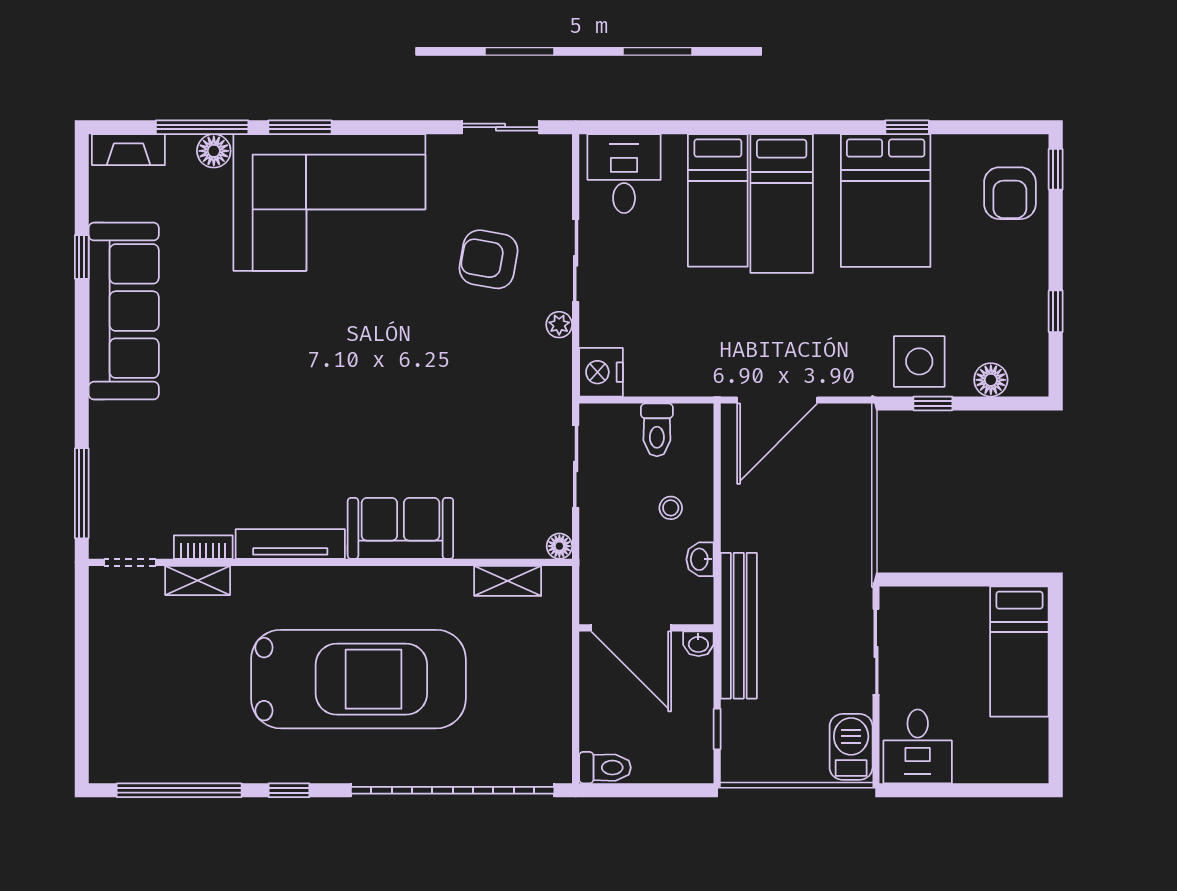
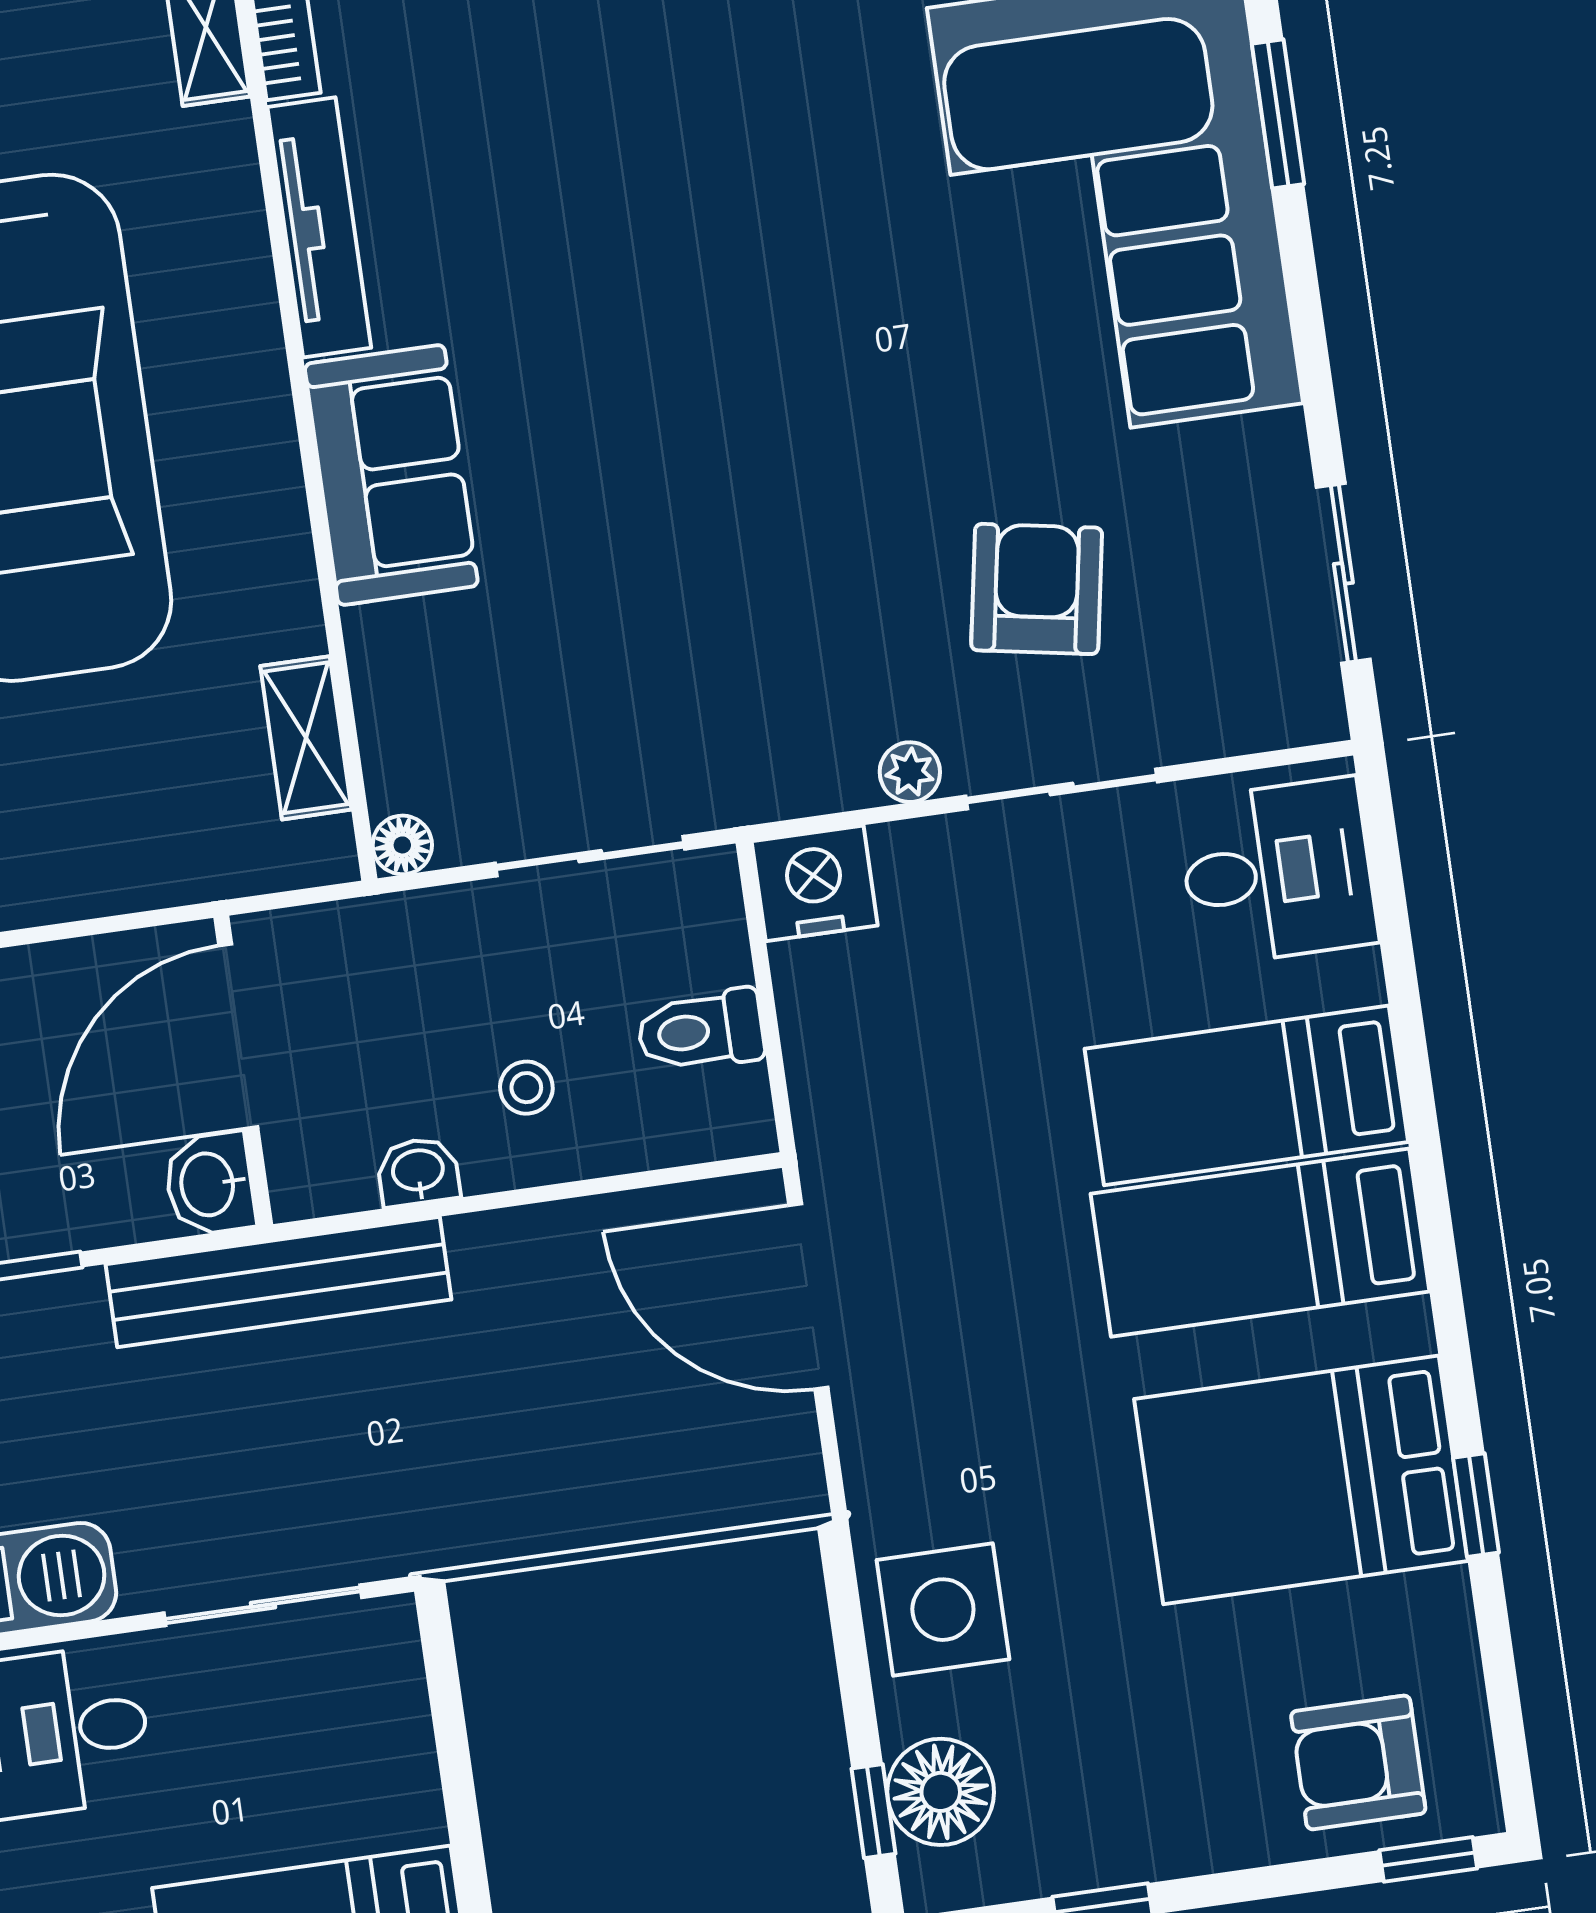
floor lamp: (991, 380) -> (941, 1792), width x1.38, depth x1.38
window: (933, 403) -> (873, 1811), moved
washbasin: (698, 644) -> (210, 1184), width x1.38, depth x1.45

